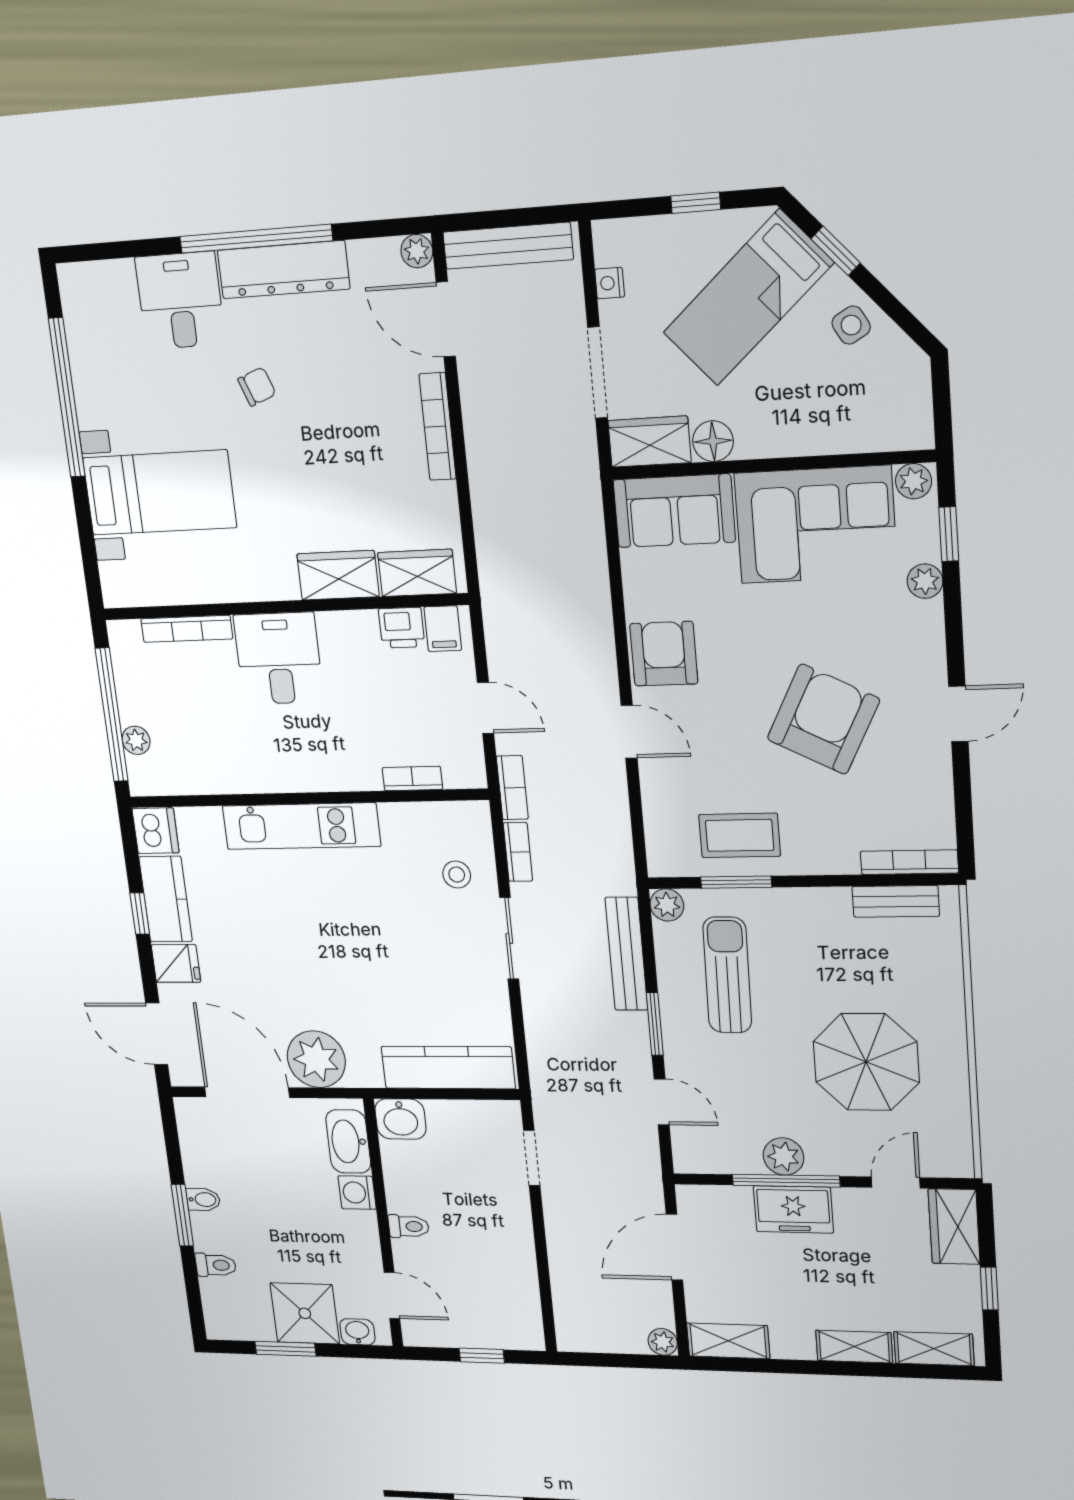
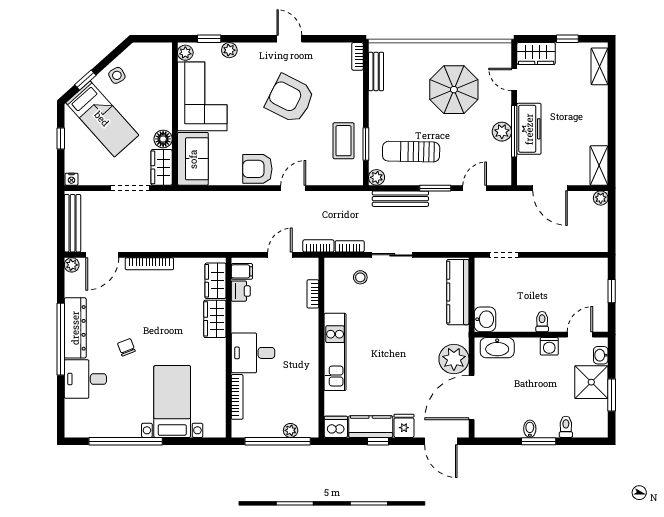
nightstand: (610, 283) -> (71, 179), moved
bookcase: (909, 862) -> (357, 56), width x0.64
door: (157, 1034) -> (441, 441), hinge flipped
washing machine: (357, 1193) -> (549, 346), moved
freezer: (793, 1209) -> (529, 129), width x1.40
shelving: (854, 1347) -> (600, 104), removed

